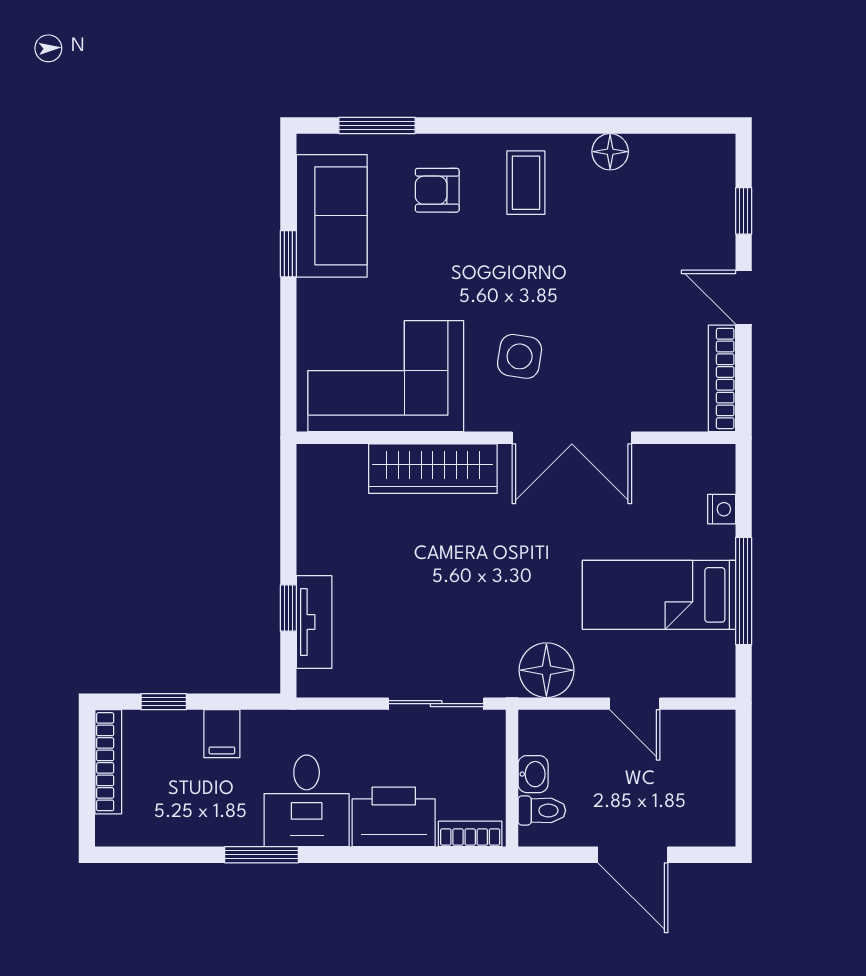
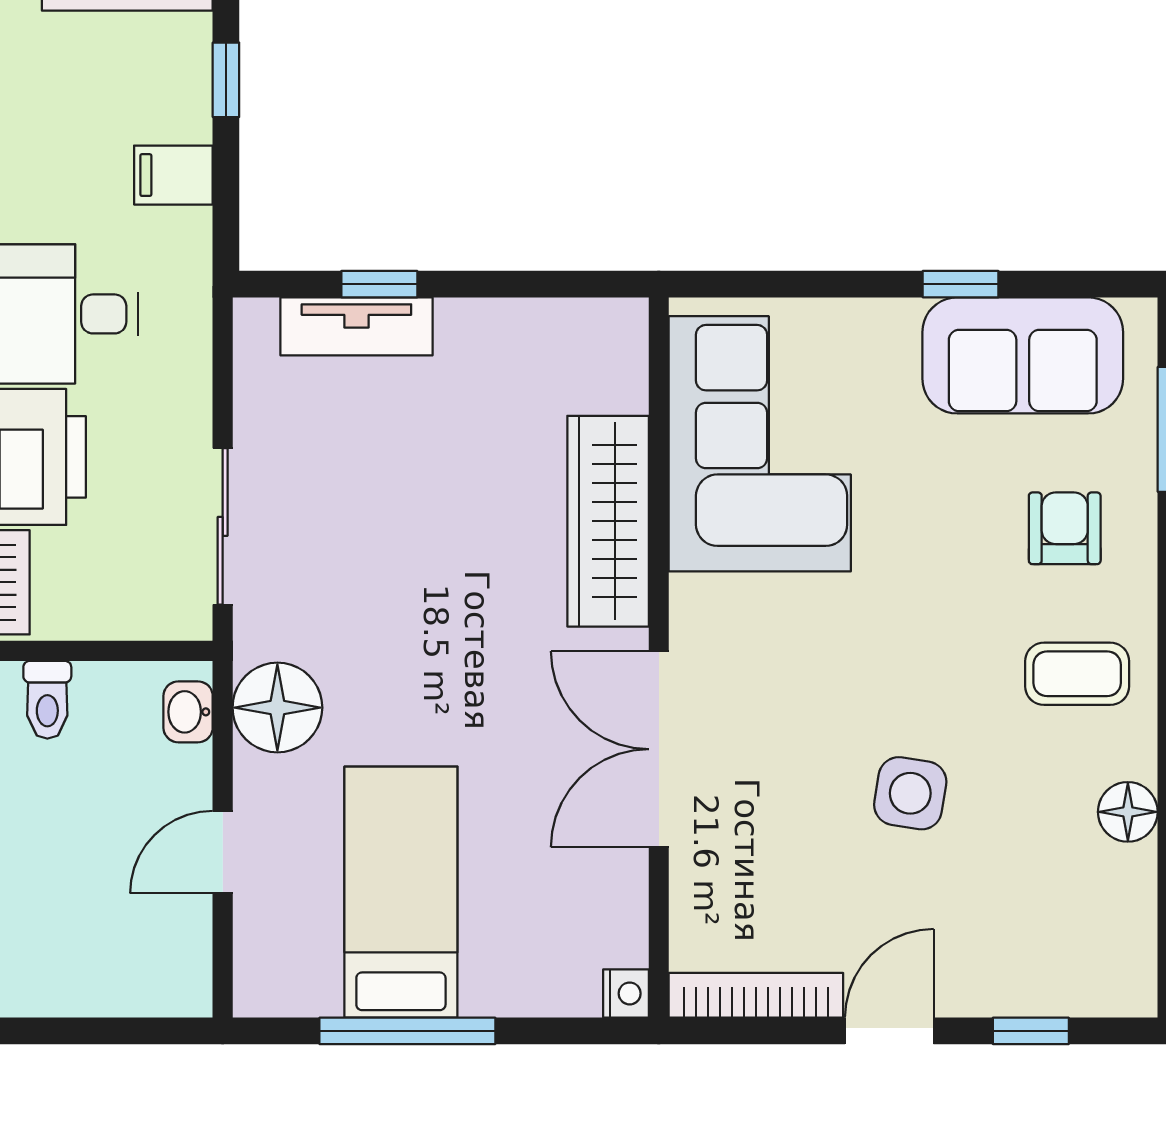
side table: (520, 356) -> (910, 793), moved
nightstand: (722, 509) -> (626, 993), moved, turned -90
washbasin: (533, 774) -> (188, 712), moved, turned 90

